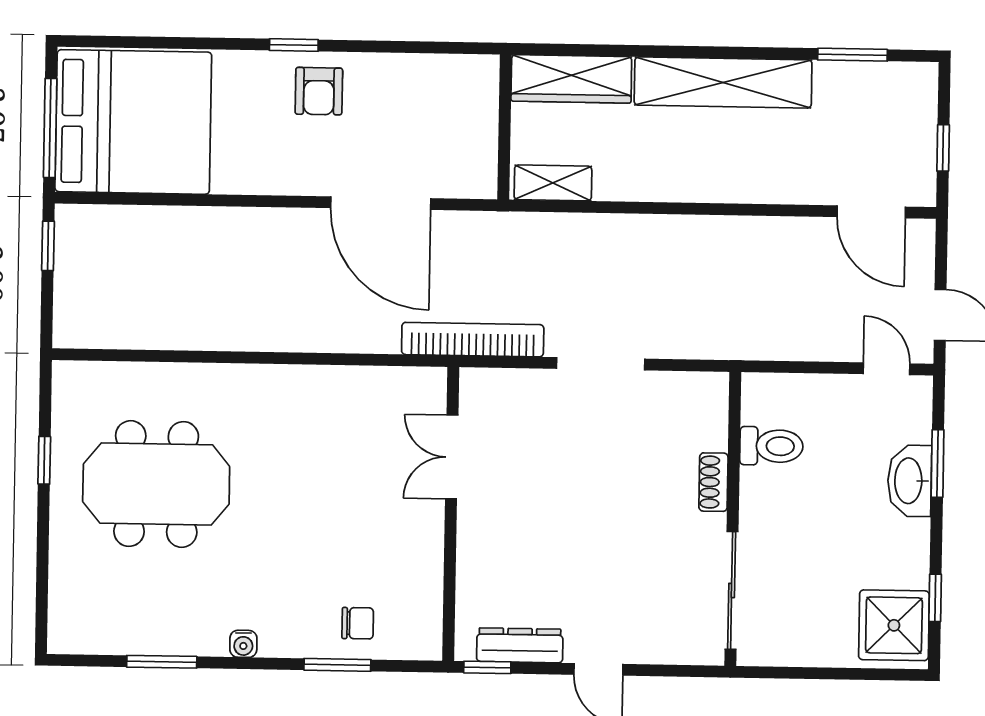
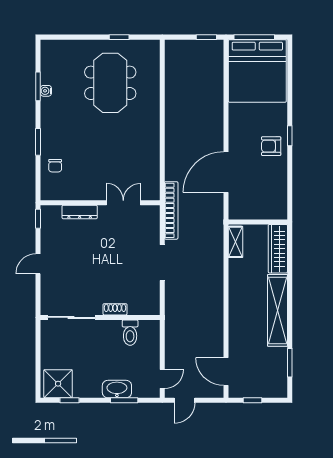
door: (871, 212) -> (226, 372), hinge flipped
water cooler: (243, 644) -> (46, 91), moved
dresser: (520, 645) -> (80, 212), moved, turned 90
window: (337, 665) -> (38, 142), moved

